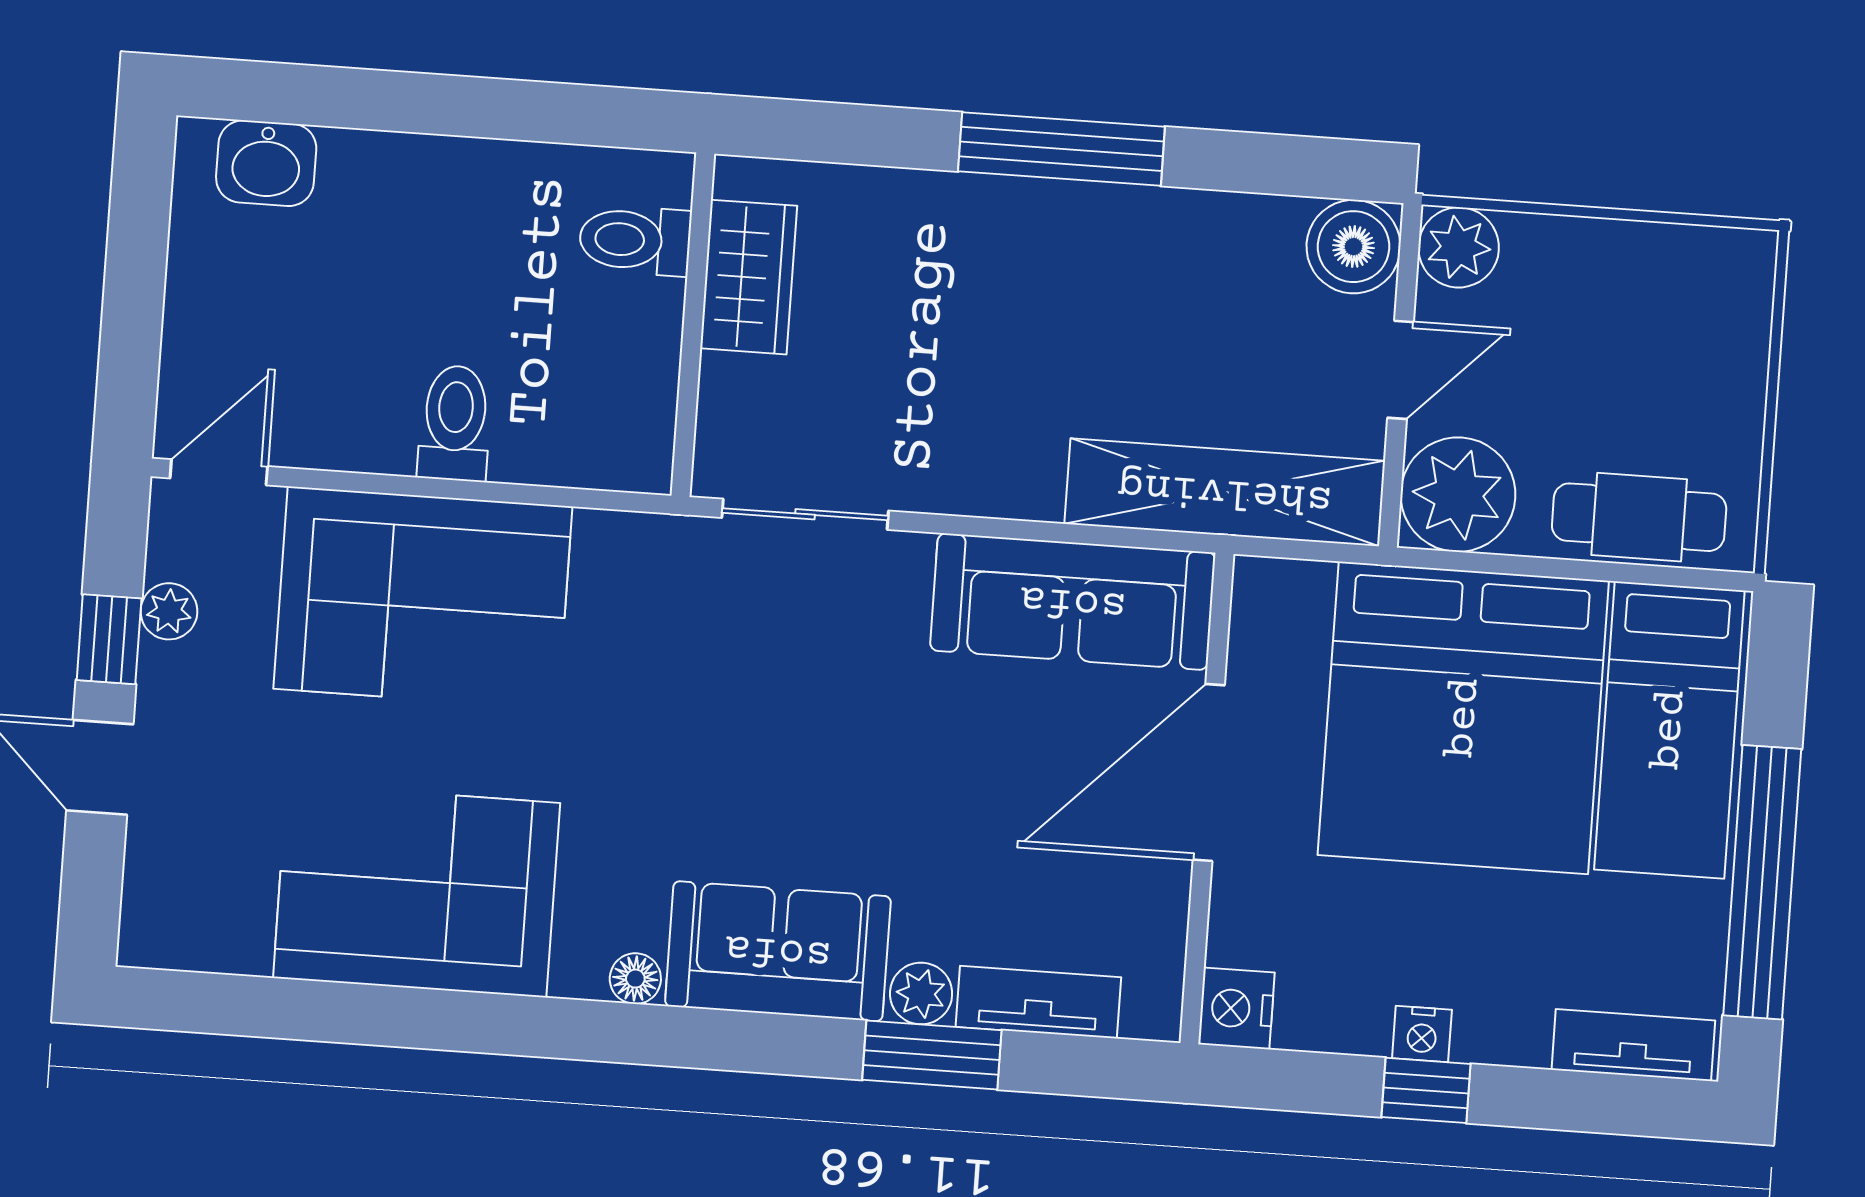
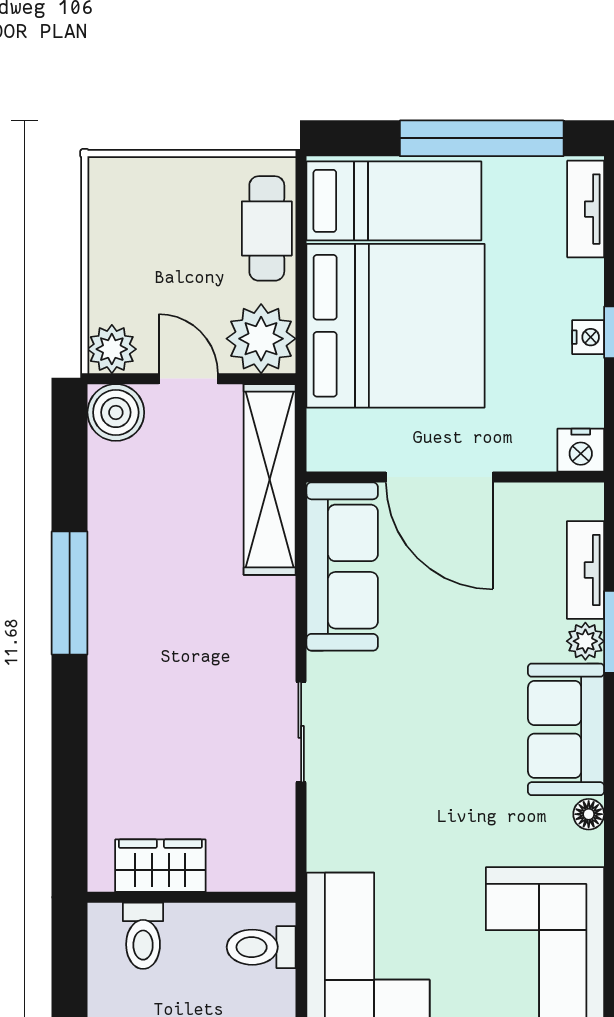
toilet: (635, 240) -> (143, 936), moved
wardrobe: (749, 277) -> (160, 866), moved
wall: (693, 325) -> (192, 897), moved

